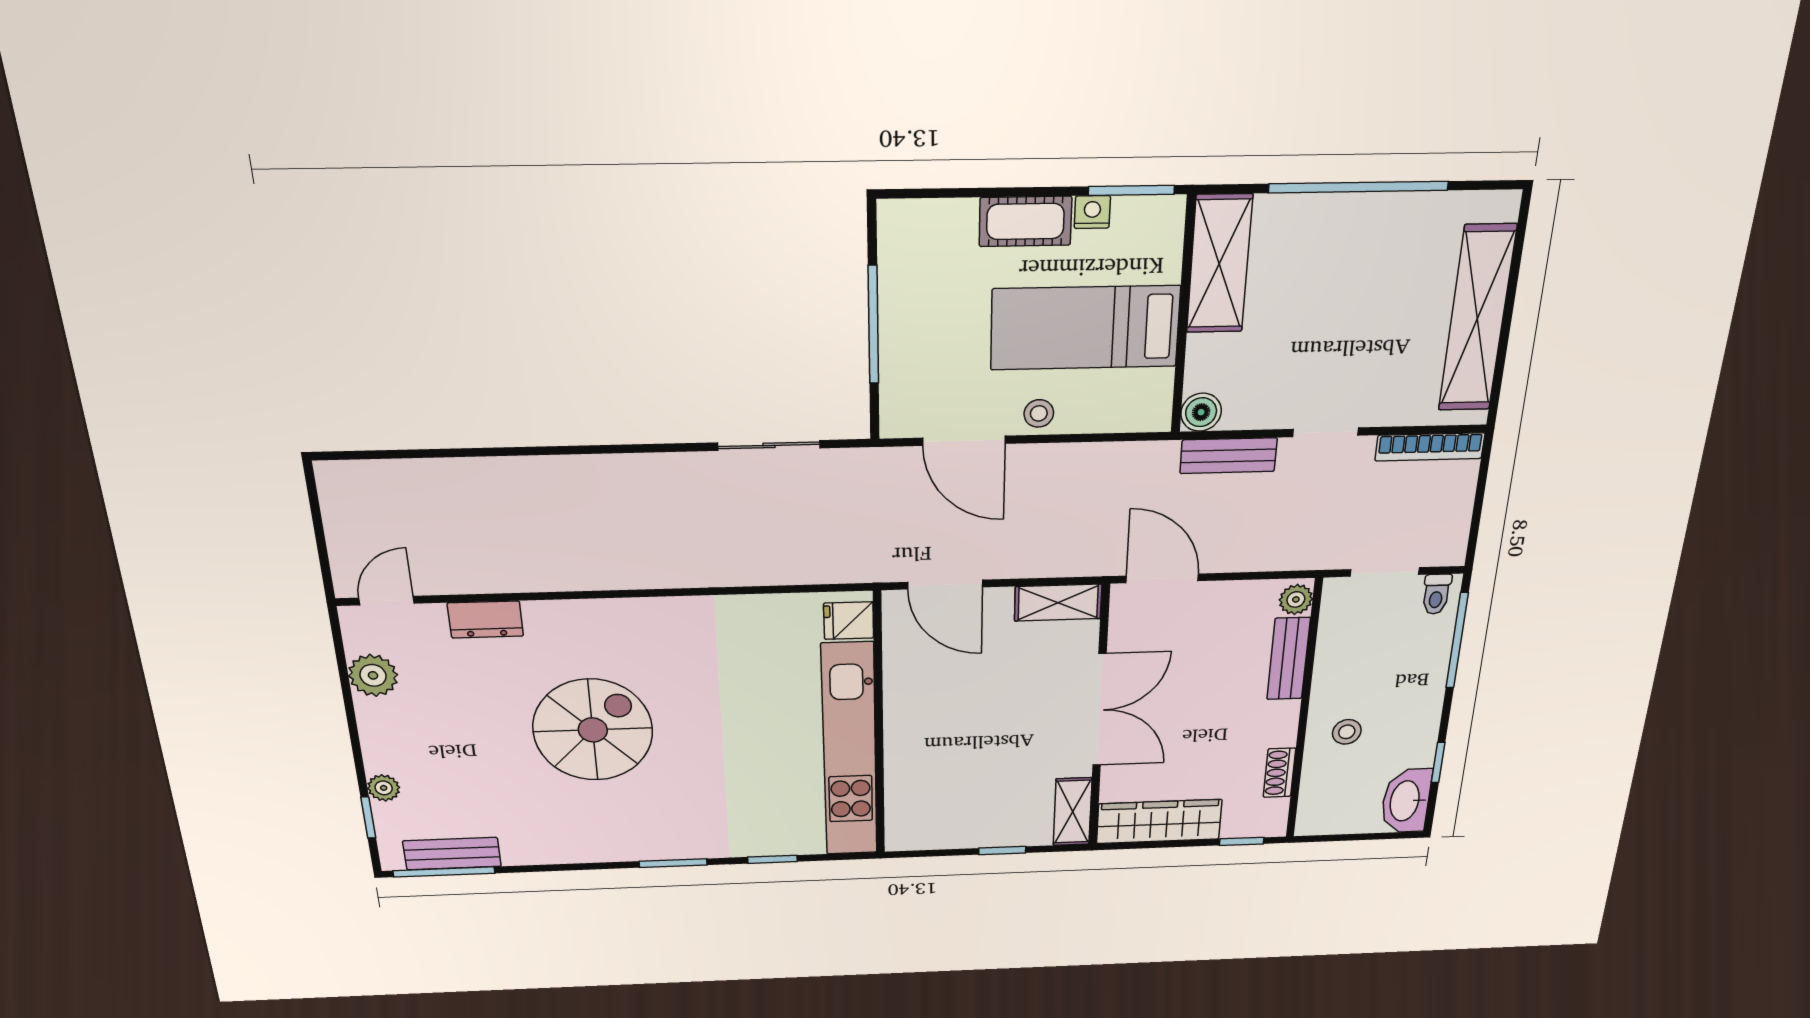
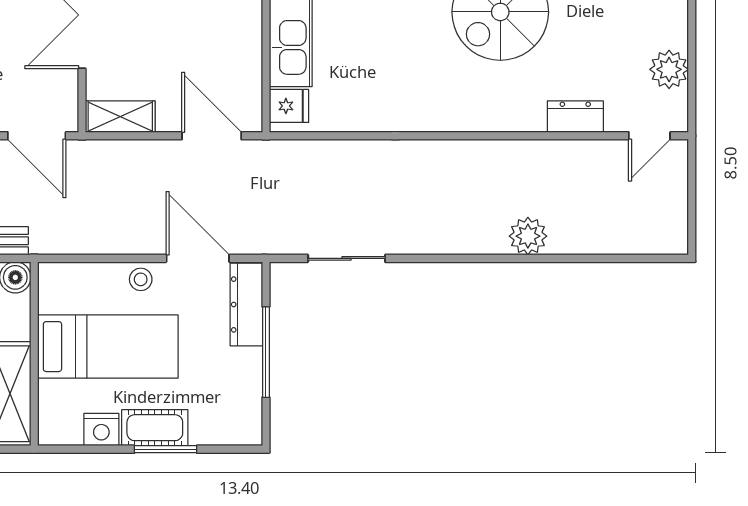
window: (1131, 190) -> (166, 449), moved
nightstand: (1092, 212) -> (101, 430), width x1.39, depth x1.35
dresser: (900, 385) -> (246, 304), added
plant: (531, 478) -> (528, 236), added

